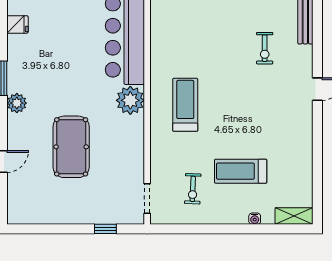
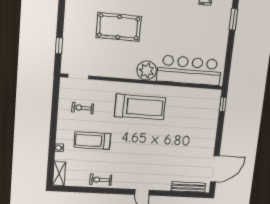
exercise bike: (265, 48) -> (101, 180), moved
treadmill: (185, 105) -> (140, 107), width x1.37, depth x1.38
treadmill: (241, 171) -> (92, 141), turned -90

